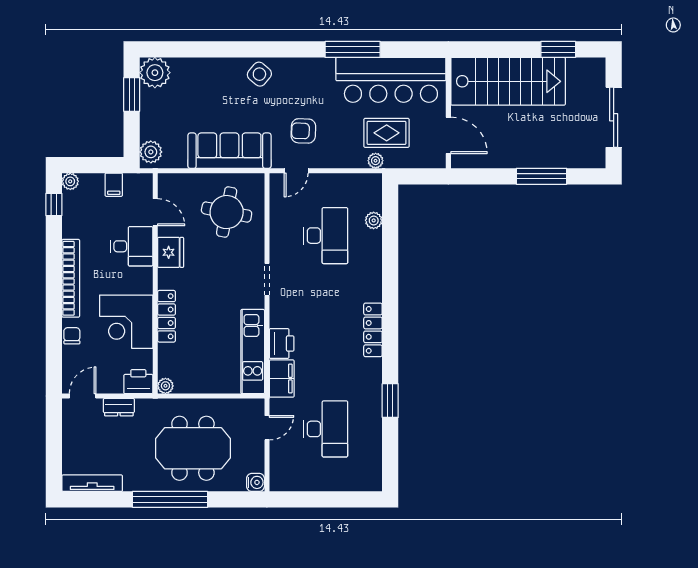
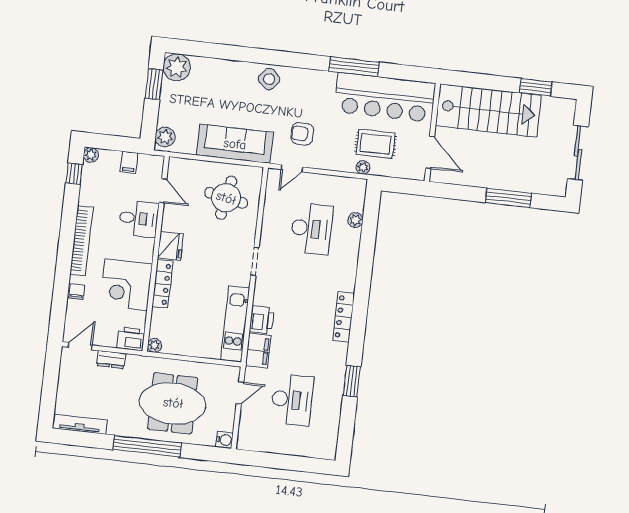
fridge: (171, 252) -> (170, 246), moved

